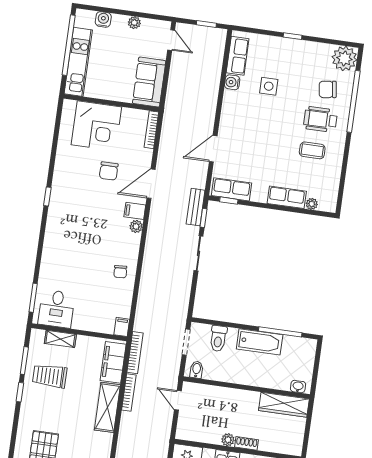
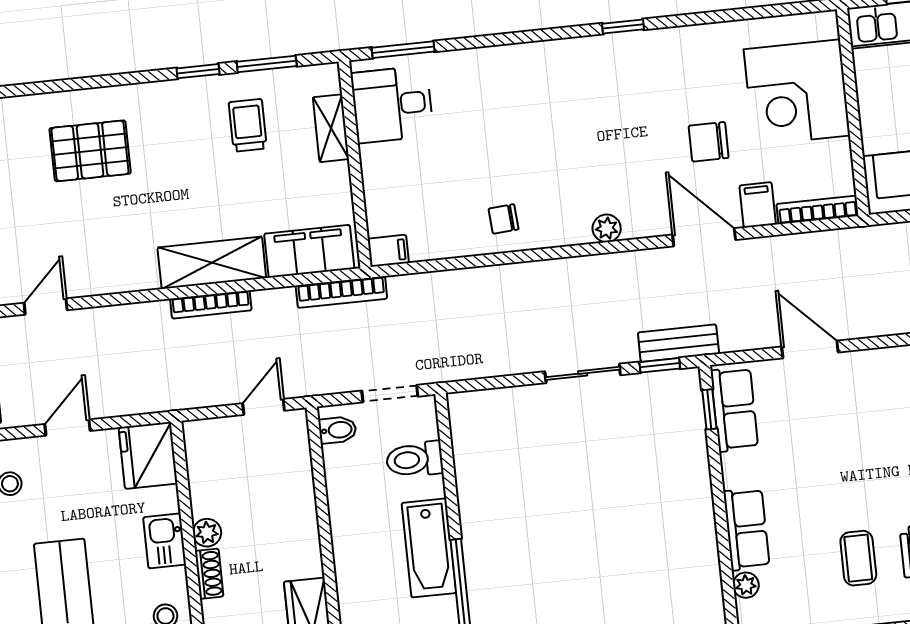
filing cabinet: (135, 211) -> (758, 205), moved
trolley: (50, 376) -> (248, 125), width x0.73, depth x0.72
bookcase: (129, 393) -> (211, 305), moved

